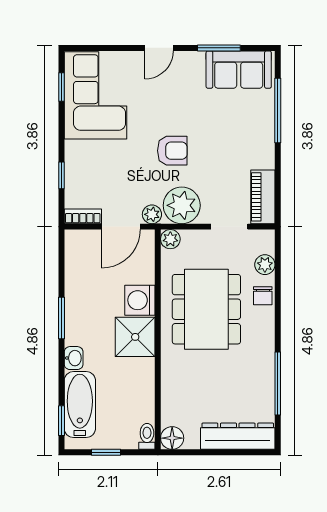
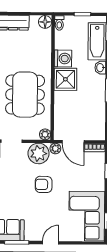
door: (121, 227) -> (73, 142), swing flipped
washing machine: (140, 300) -> (63, 59), moved

